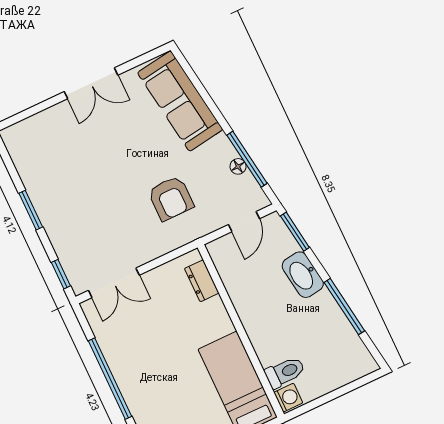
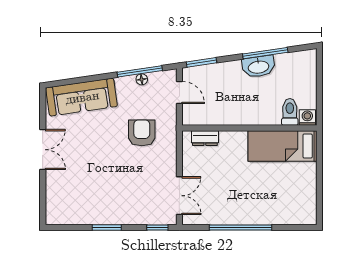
armchair: (171, 198) -> (142, 133), turned -90
washbasin: (303, 275) -> (258, 67), moved

